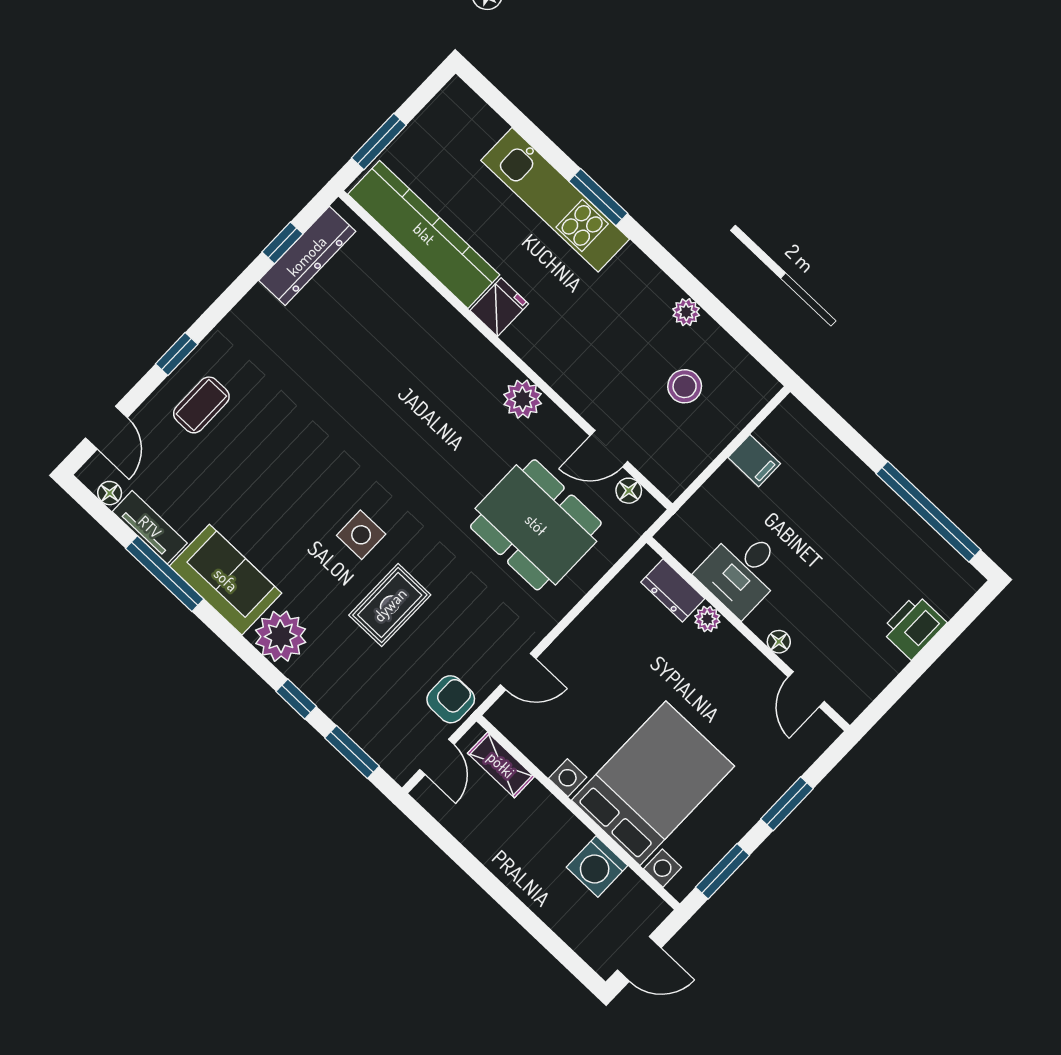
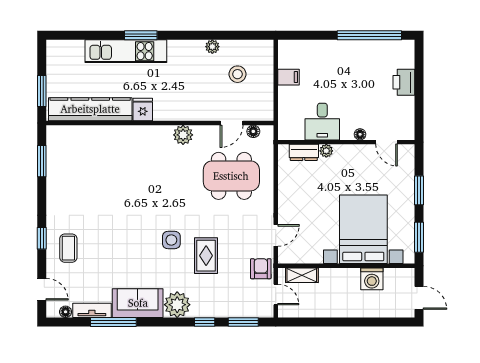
window: (282, 243) -> (42, 161), width x1.50
dresser: (307, 256) -> (55, 157), removed
door: (639, 959) -> (419, 298), hinge flipped

